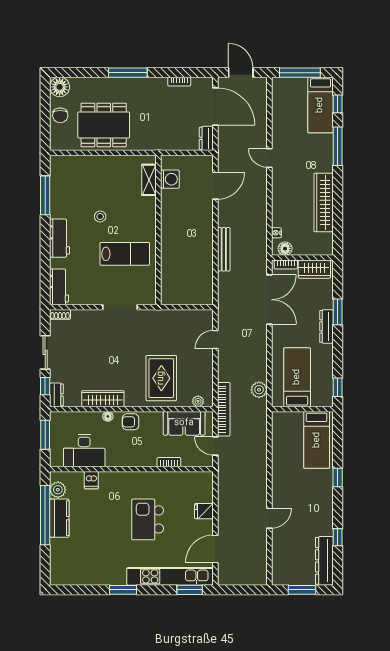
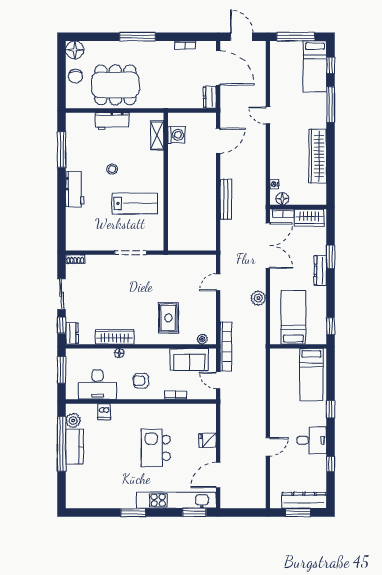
workbench: (59, 287) -> (112, 121), moved, turned 90
rug: (161, 378) -> (168, 318), width x0.73, depth x0.70
plant: (259, 390) -> (258, 298), moved
armchair: (131, 422) -> (141, 381), moved
desk: (317, 511) -> (312, 440), added
dresser: (324, 561) -> (304, 500), moved, turned 90

